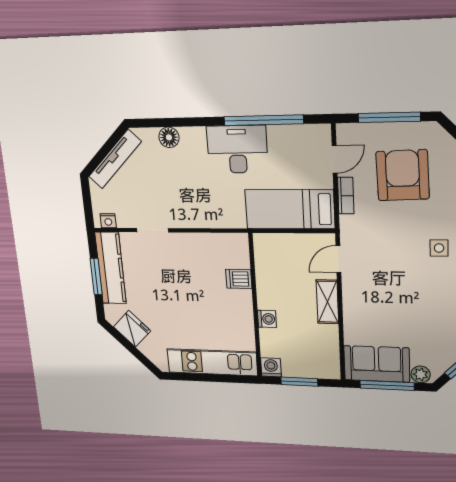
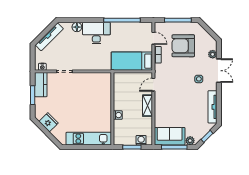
desk: (237, 149) -> (96, 33), moved
door: (335, 159) -> (153, 38), hinge flipped
armchair: (403, 175) -> (183, 46), turned -88
kitchen counter: (111, 268) -> (41, 85), width x0.67
dishwasher: (239, 279) -> (105, 95), removed
washing machine: (271, 367) -> (141, 140), moved

